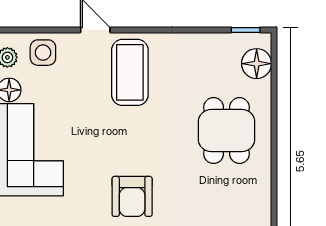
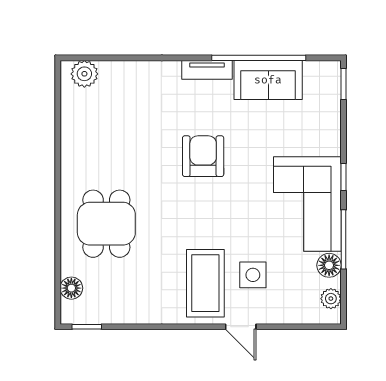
side table: (43, 53) -> (253, 275), moved
floor lamp: (257, 64) -> (71, 288), width x0.73, depth x0.73

